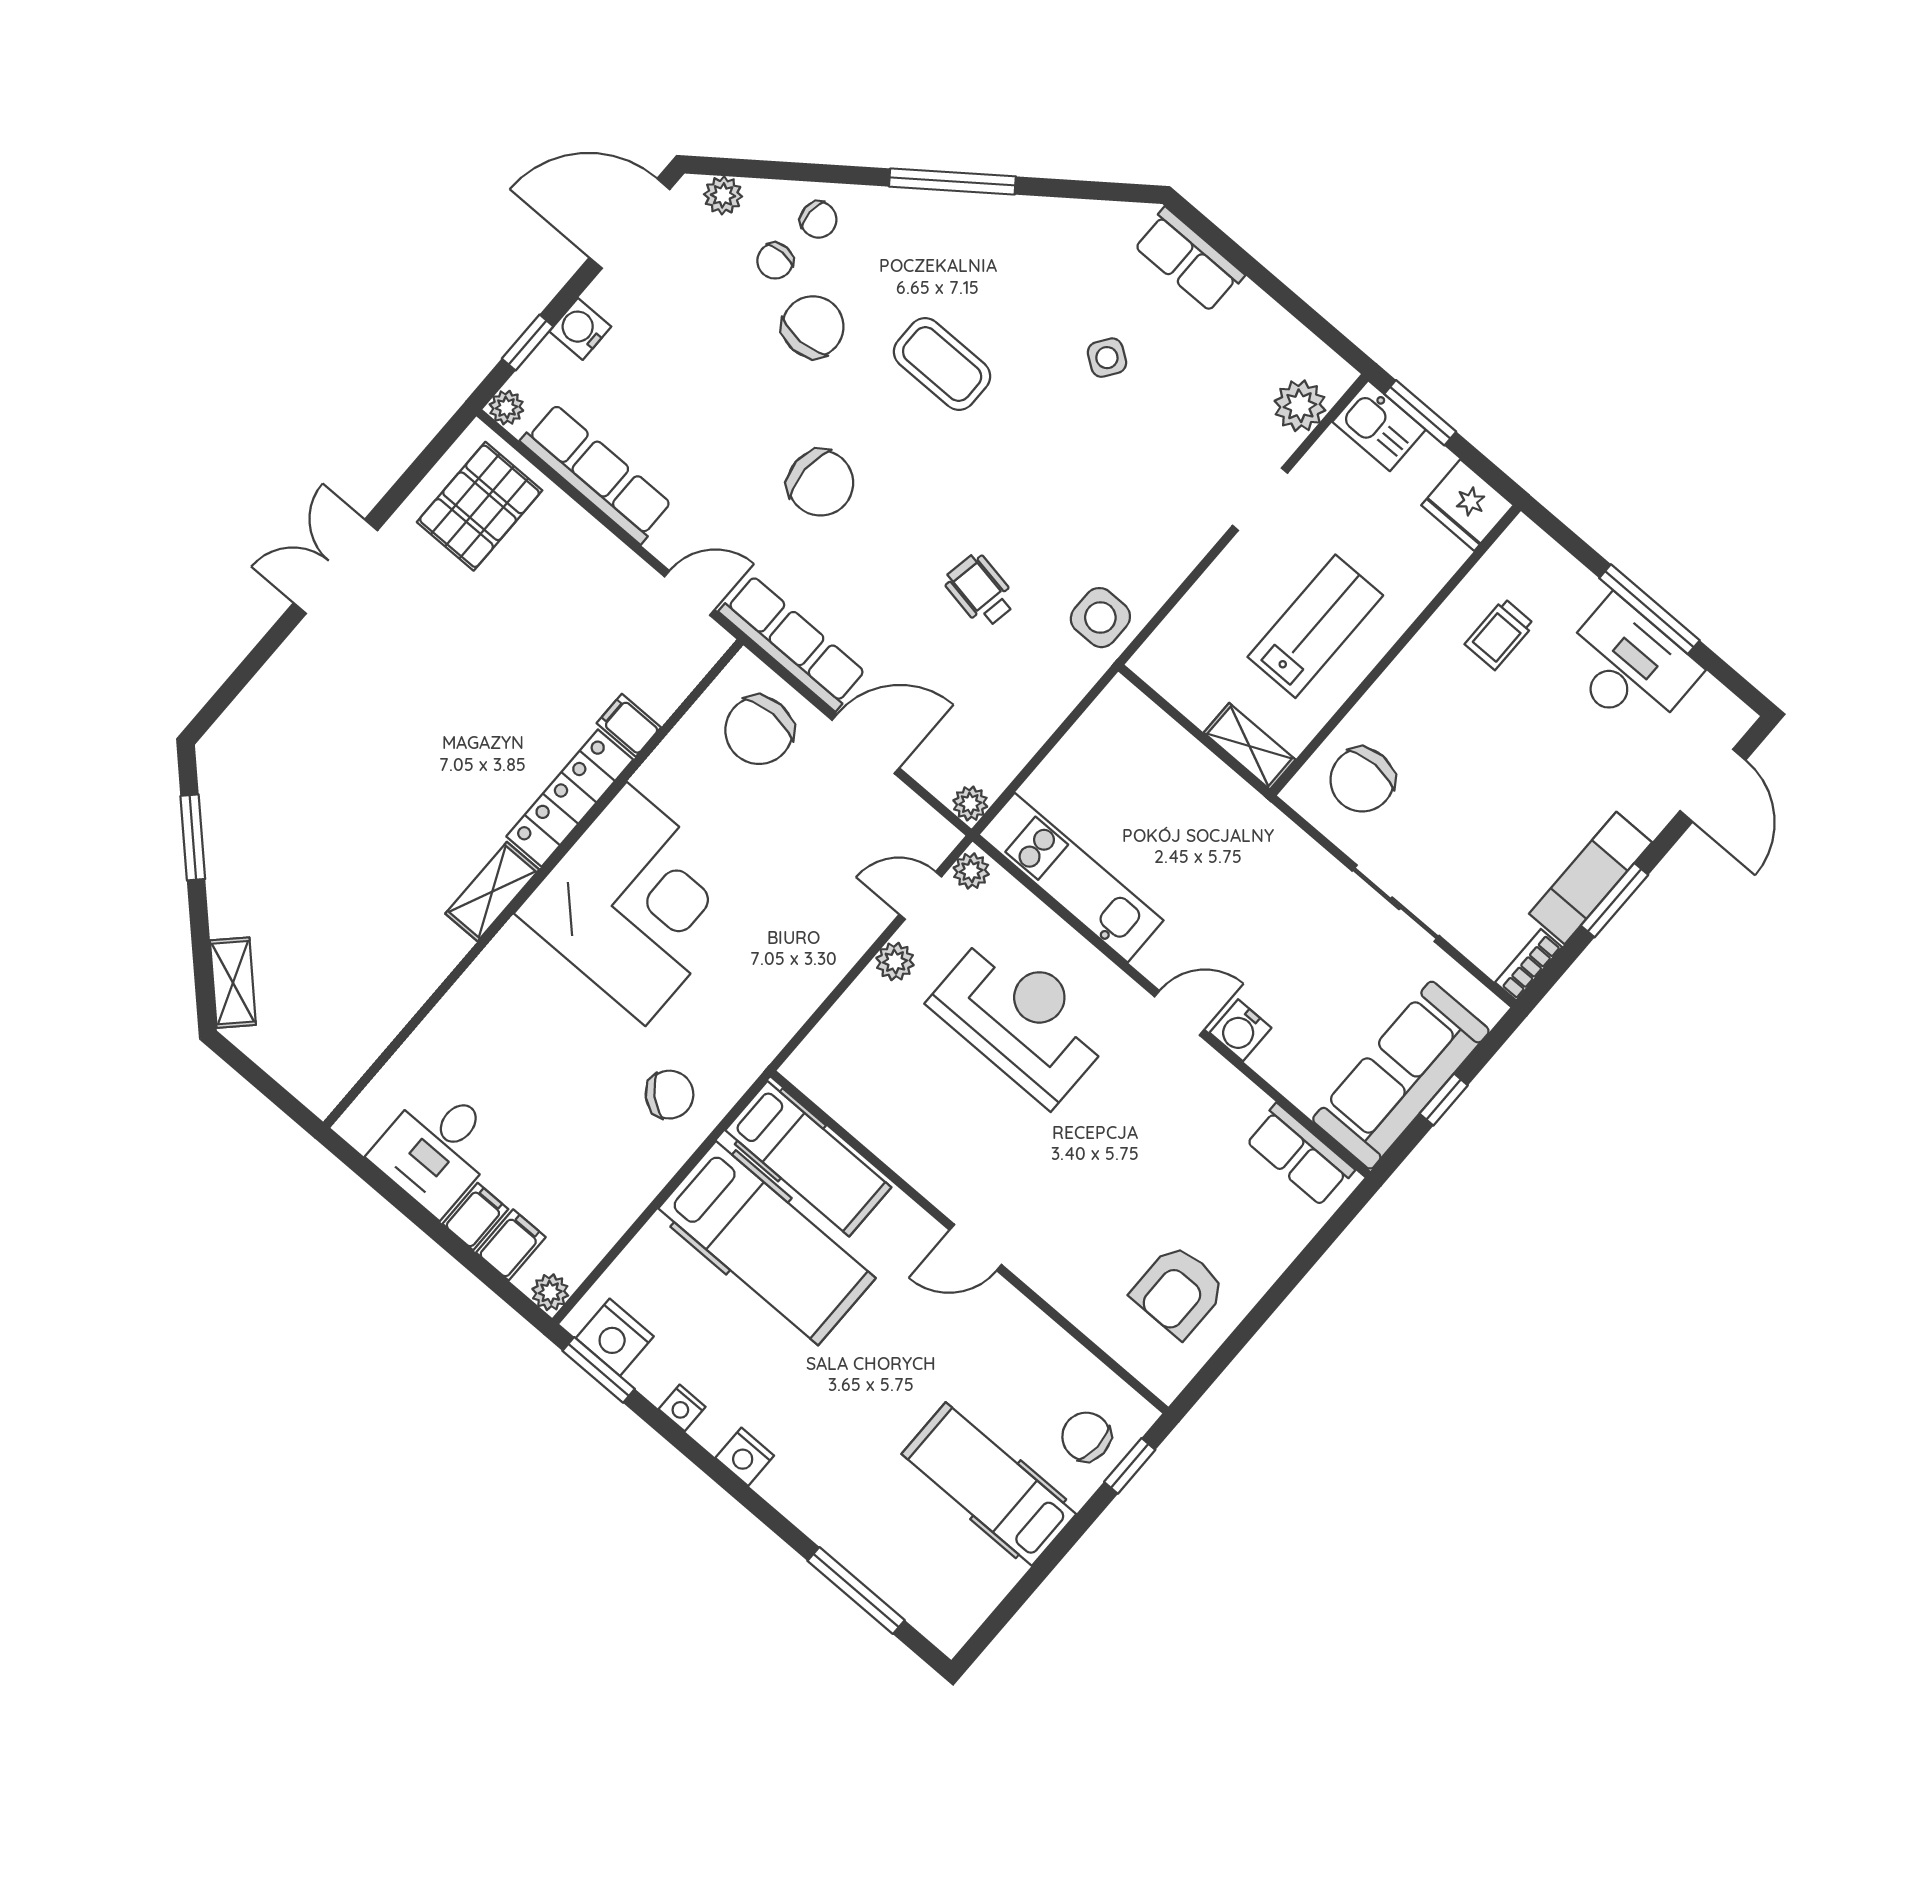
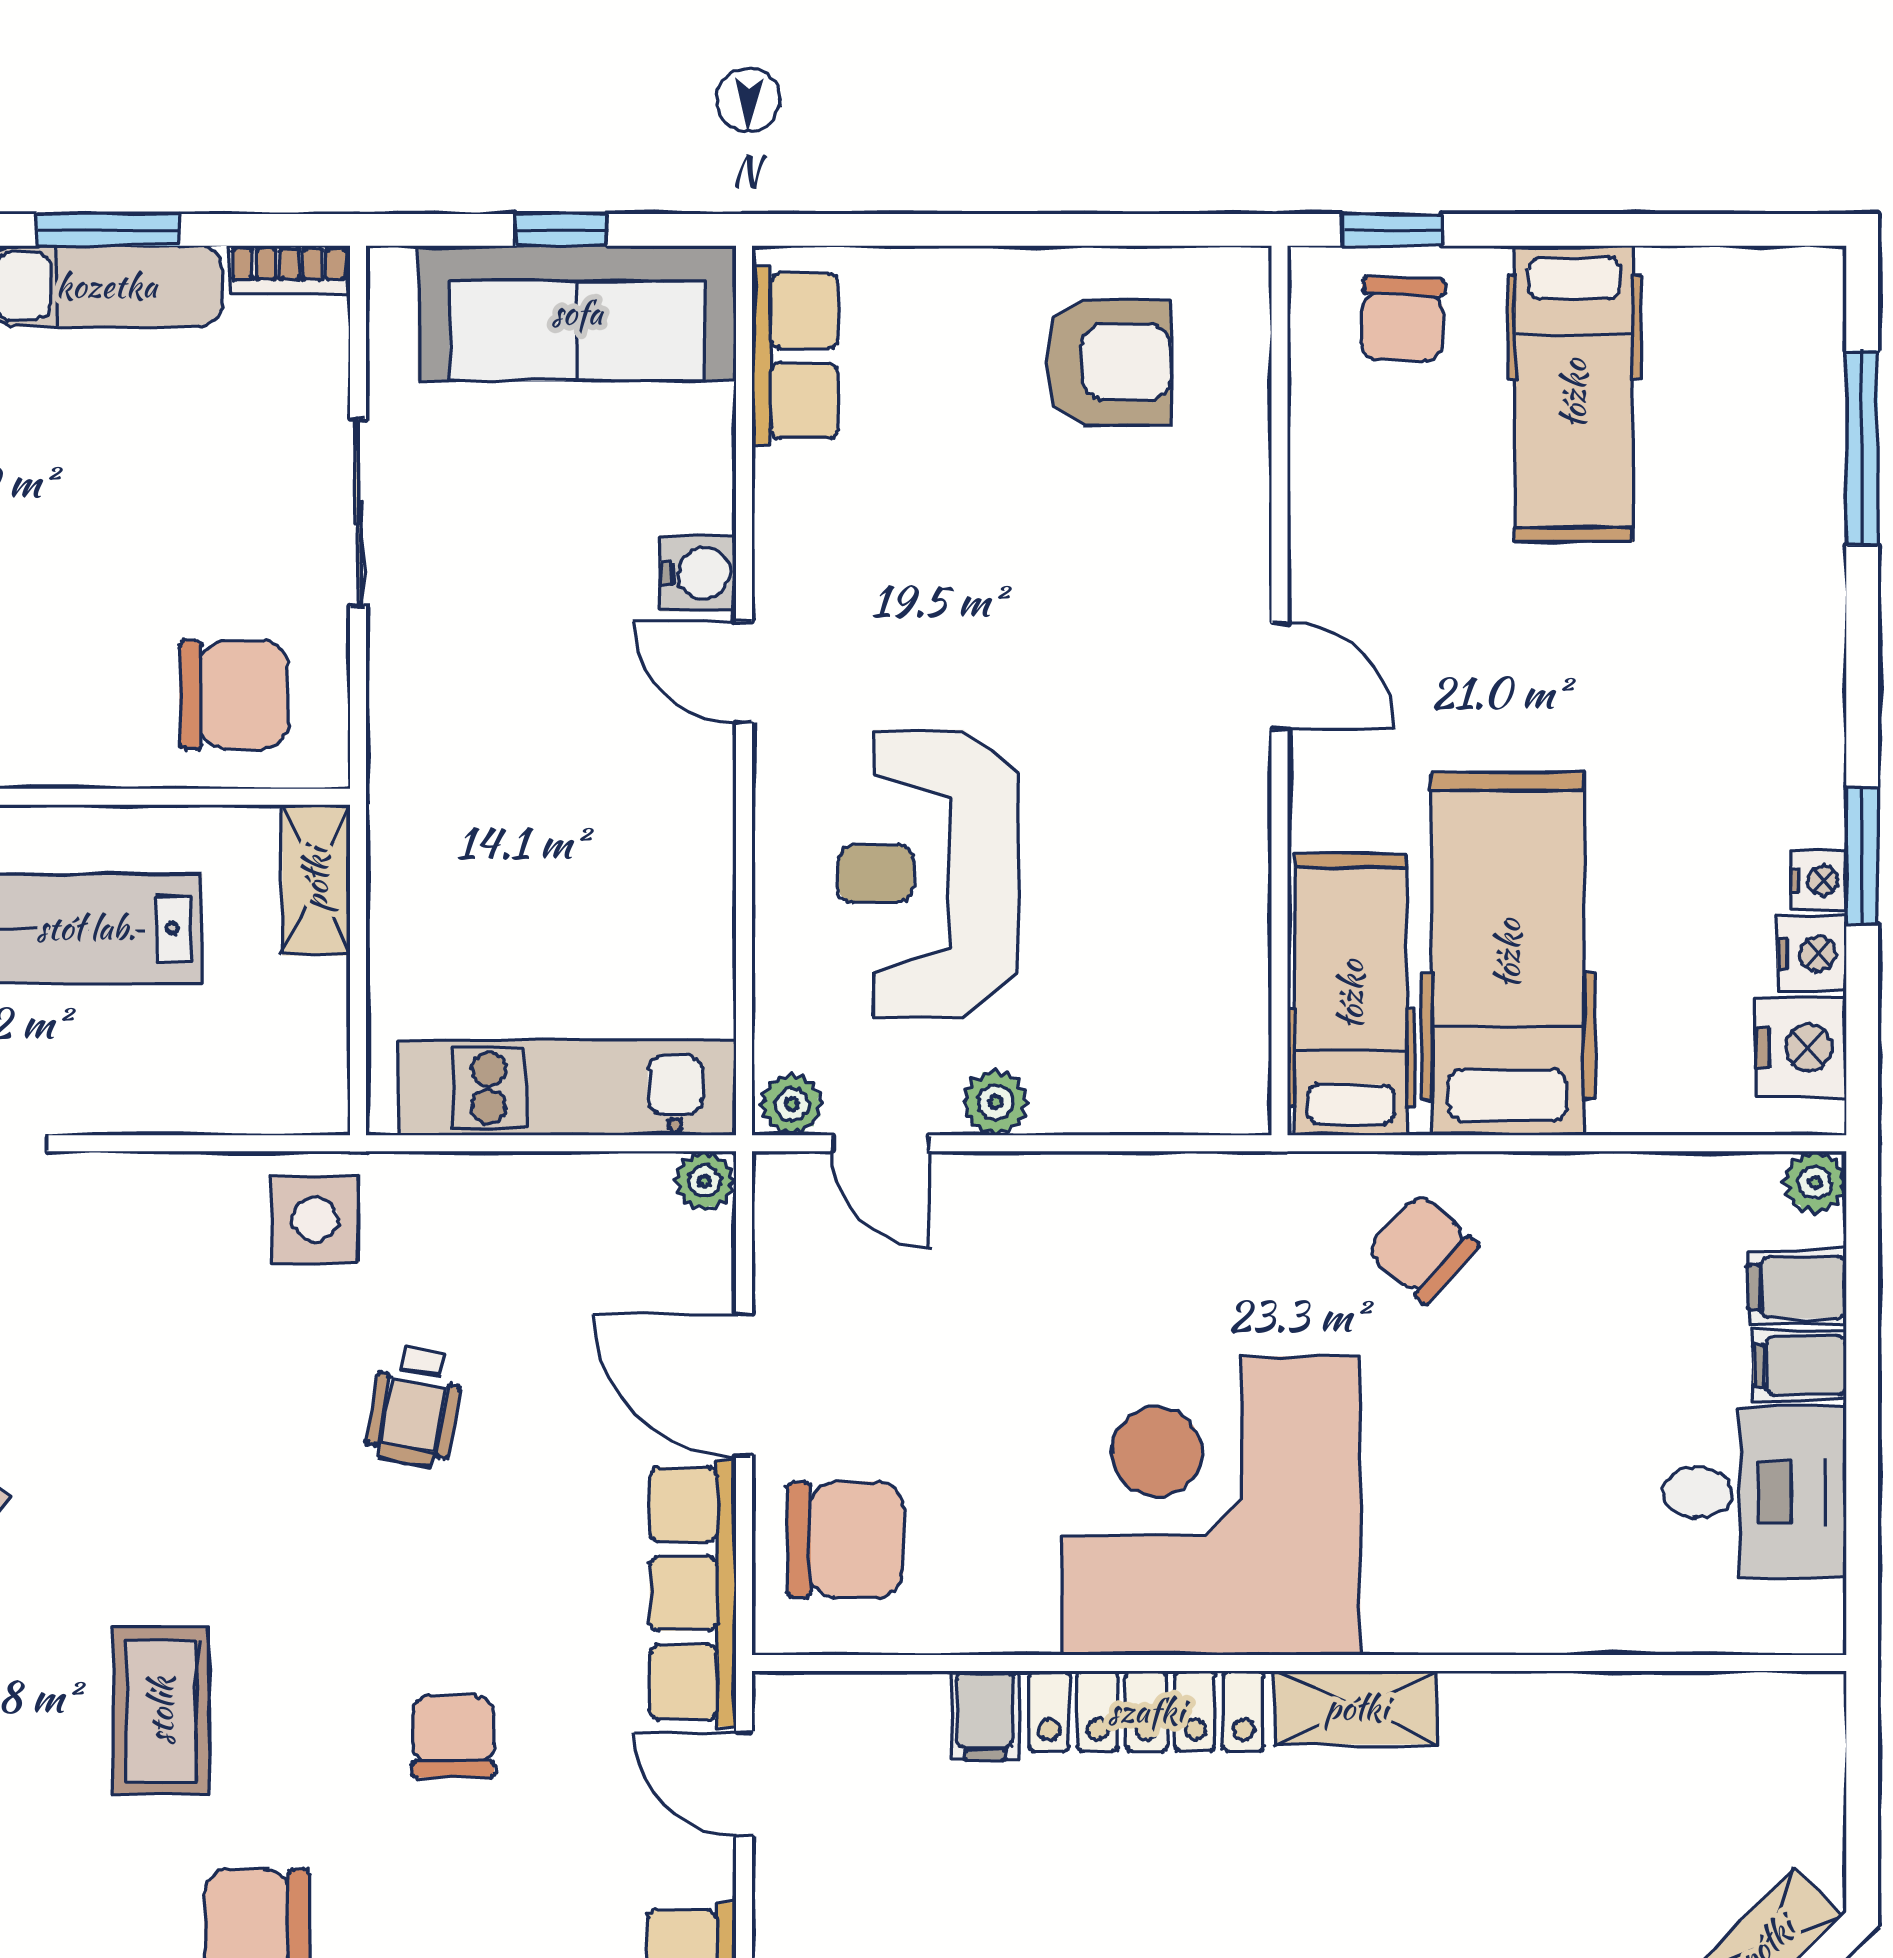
chair: (821, 483) -> (453, 1736), width x0.73, depth x0.73
kitchen unit: (1071, 878) -> (567, 1088), moved, turned 90
window: (599, 1370) -> (1862, 855), moved
nightstand: (745, 1457) -> (1812, 954), moved

